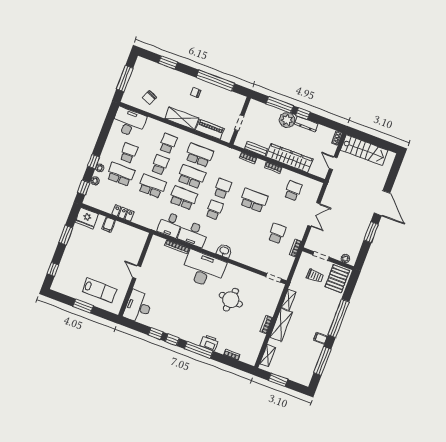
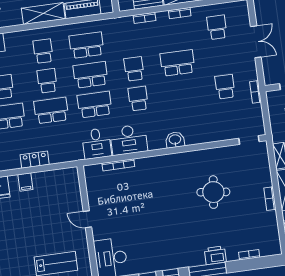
desk: (204, 269) -> (163, 174), removed

